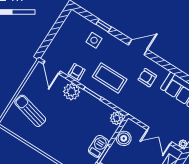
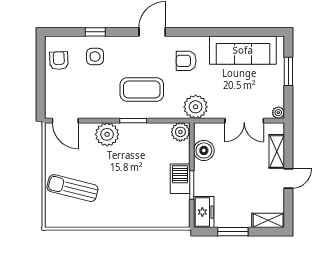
armchair: (77, 72) -> (59, 61), moved
plant: (135, 109) -> (196, 107), added

